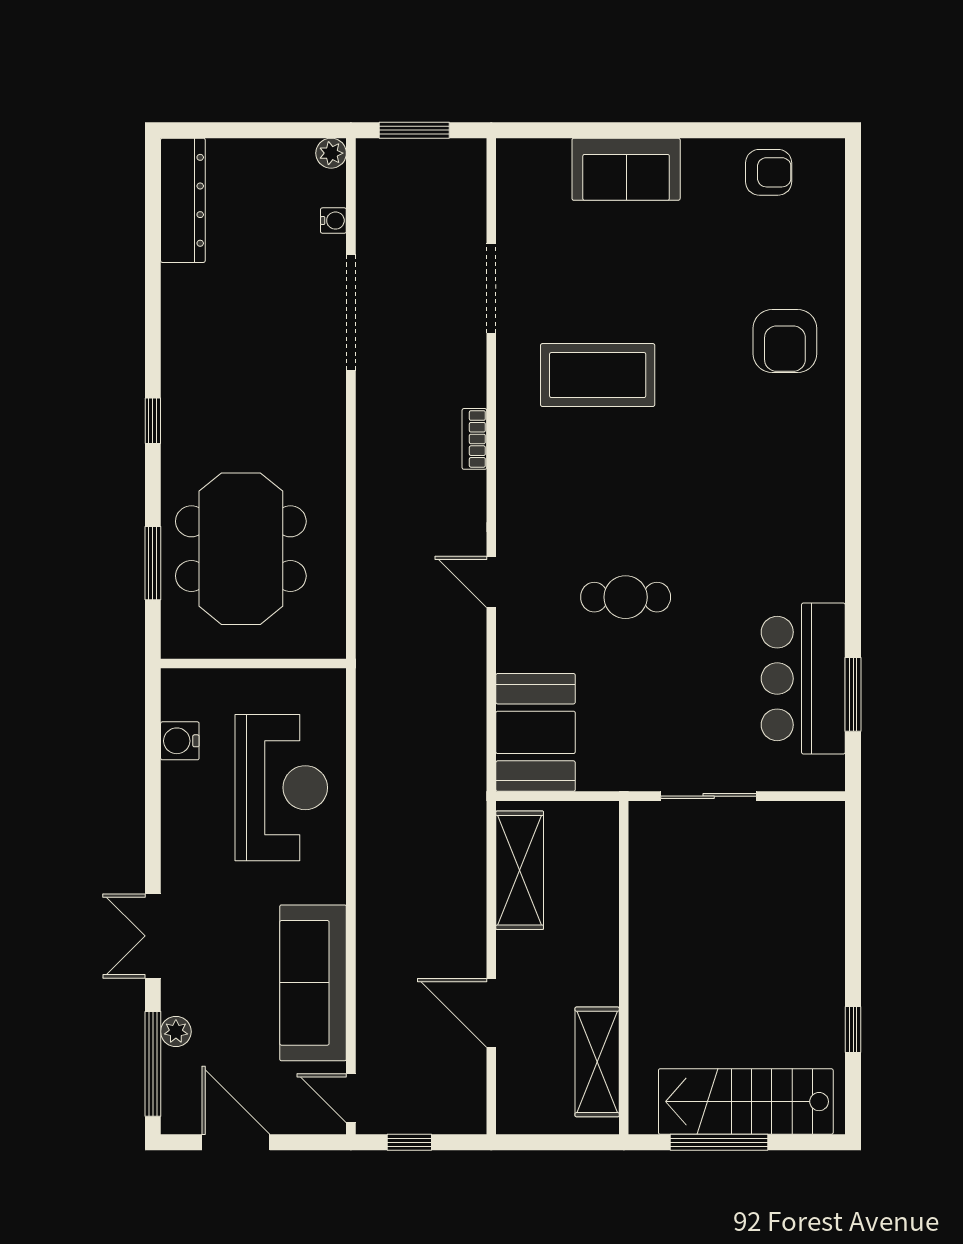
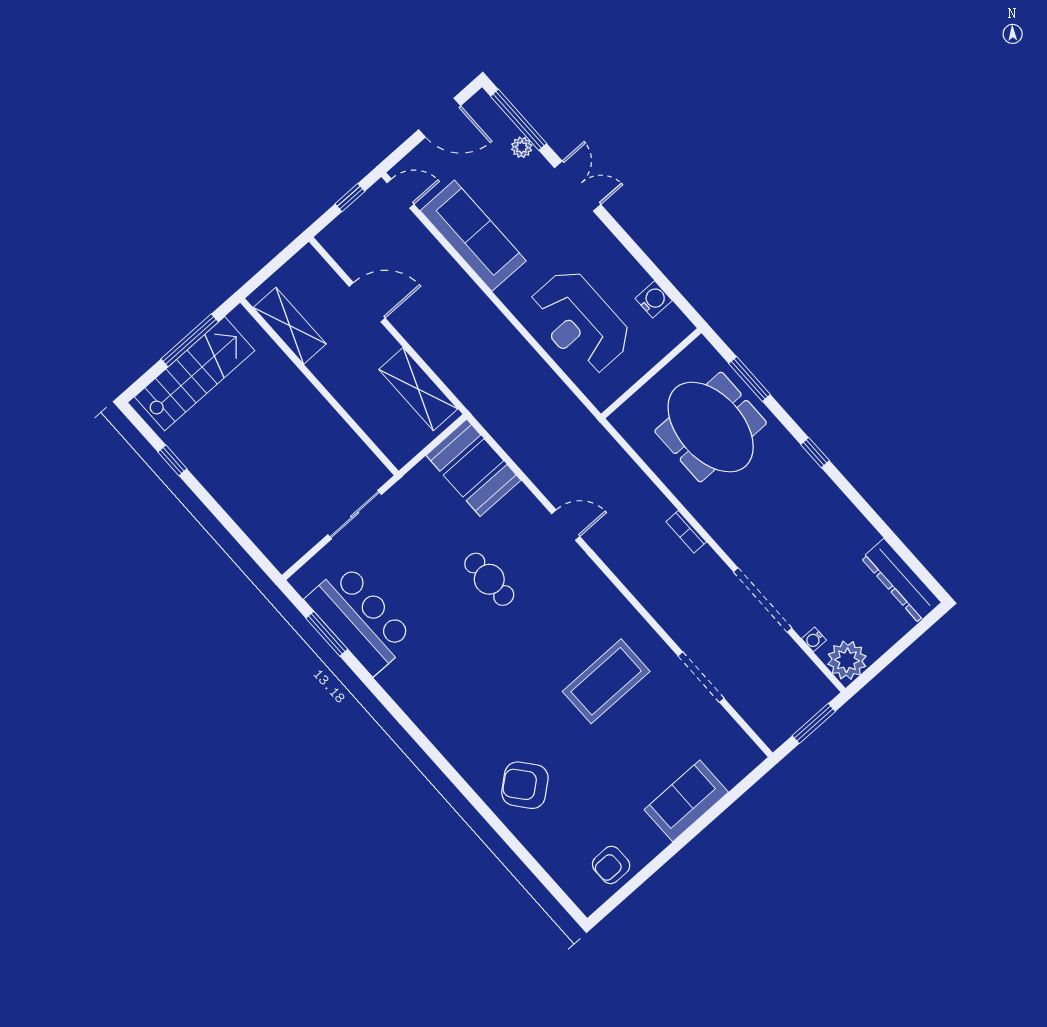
plant: (331, 153) -> (847, 660), width x1.87, depth x1.87
armchair: (785, 341) -> (525, 785), turned -39
bookcase: (474, 439) -> (686, 532), moved, turned 180
cafe table: (626, 597) -> (489, 579), turned 90

